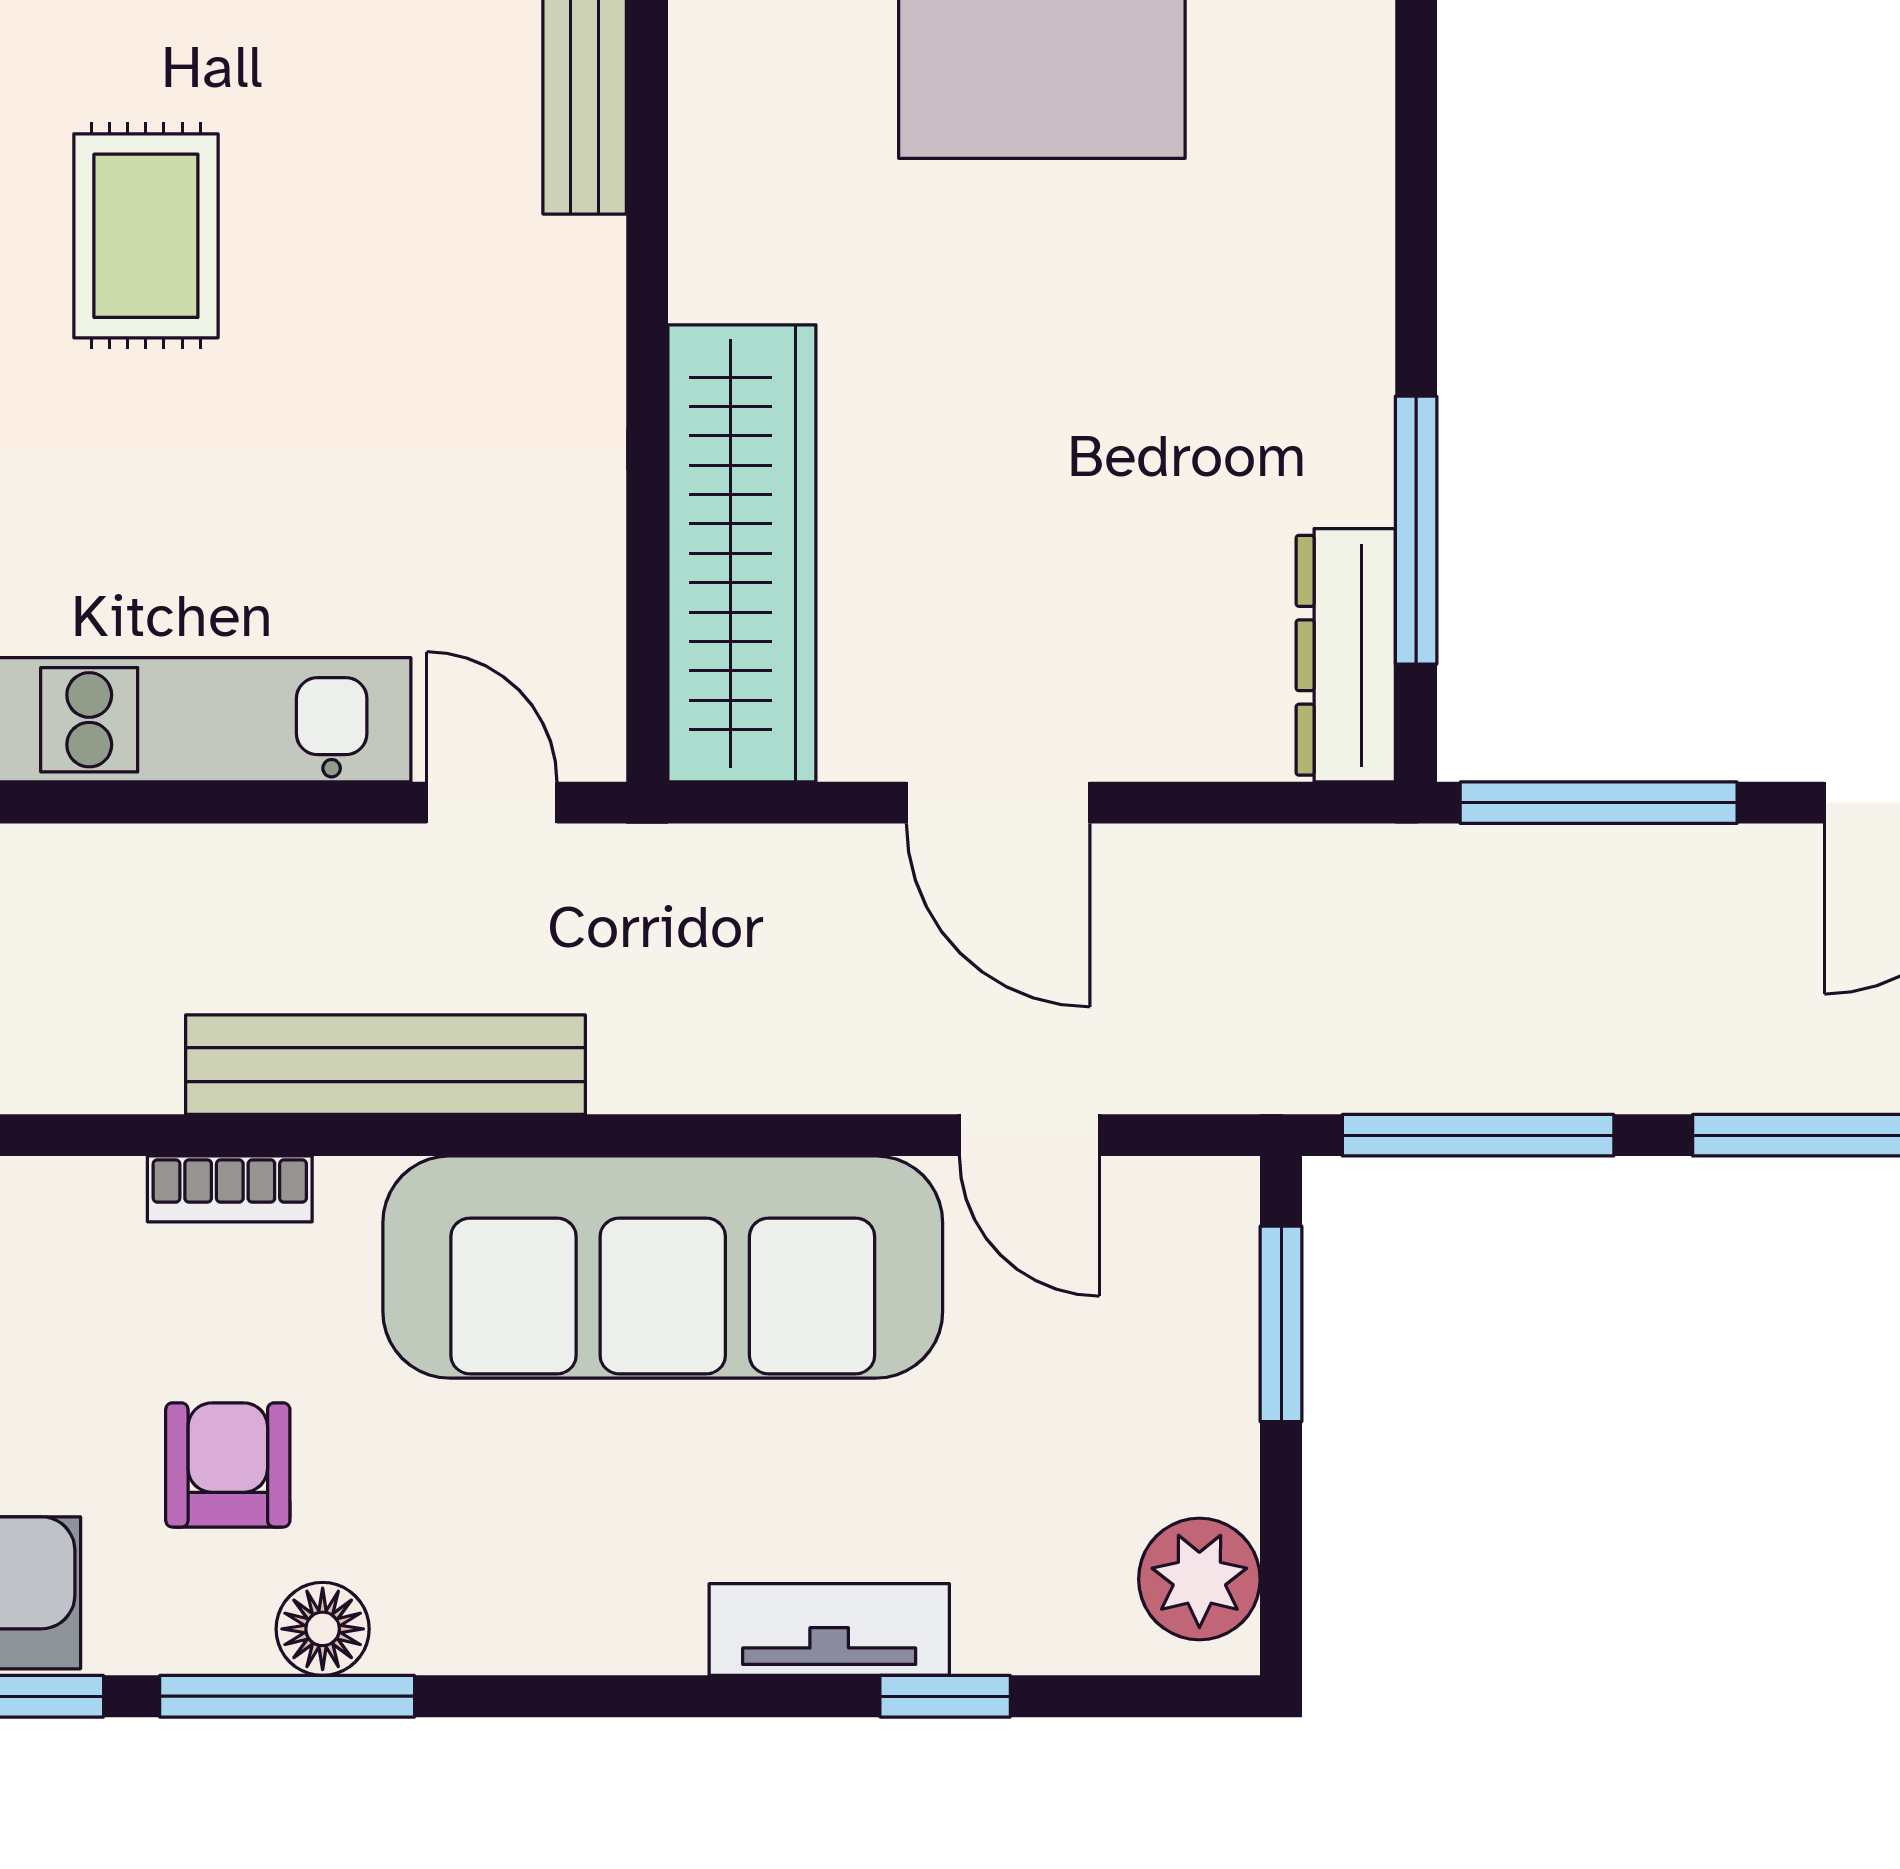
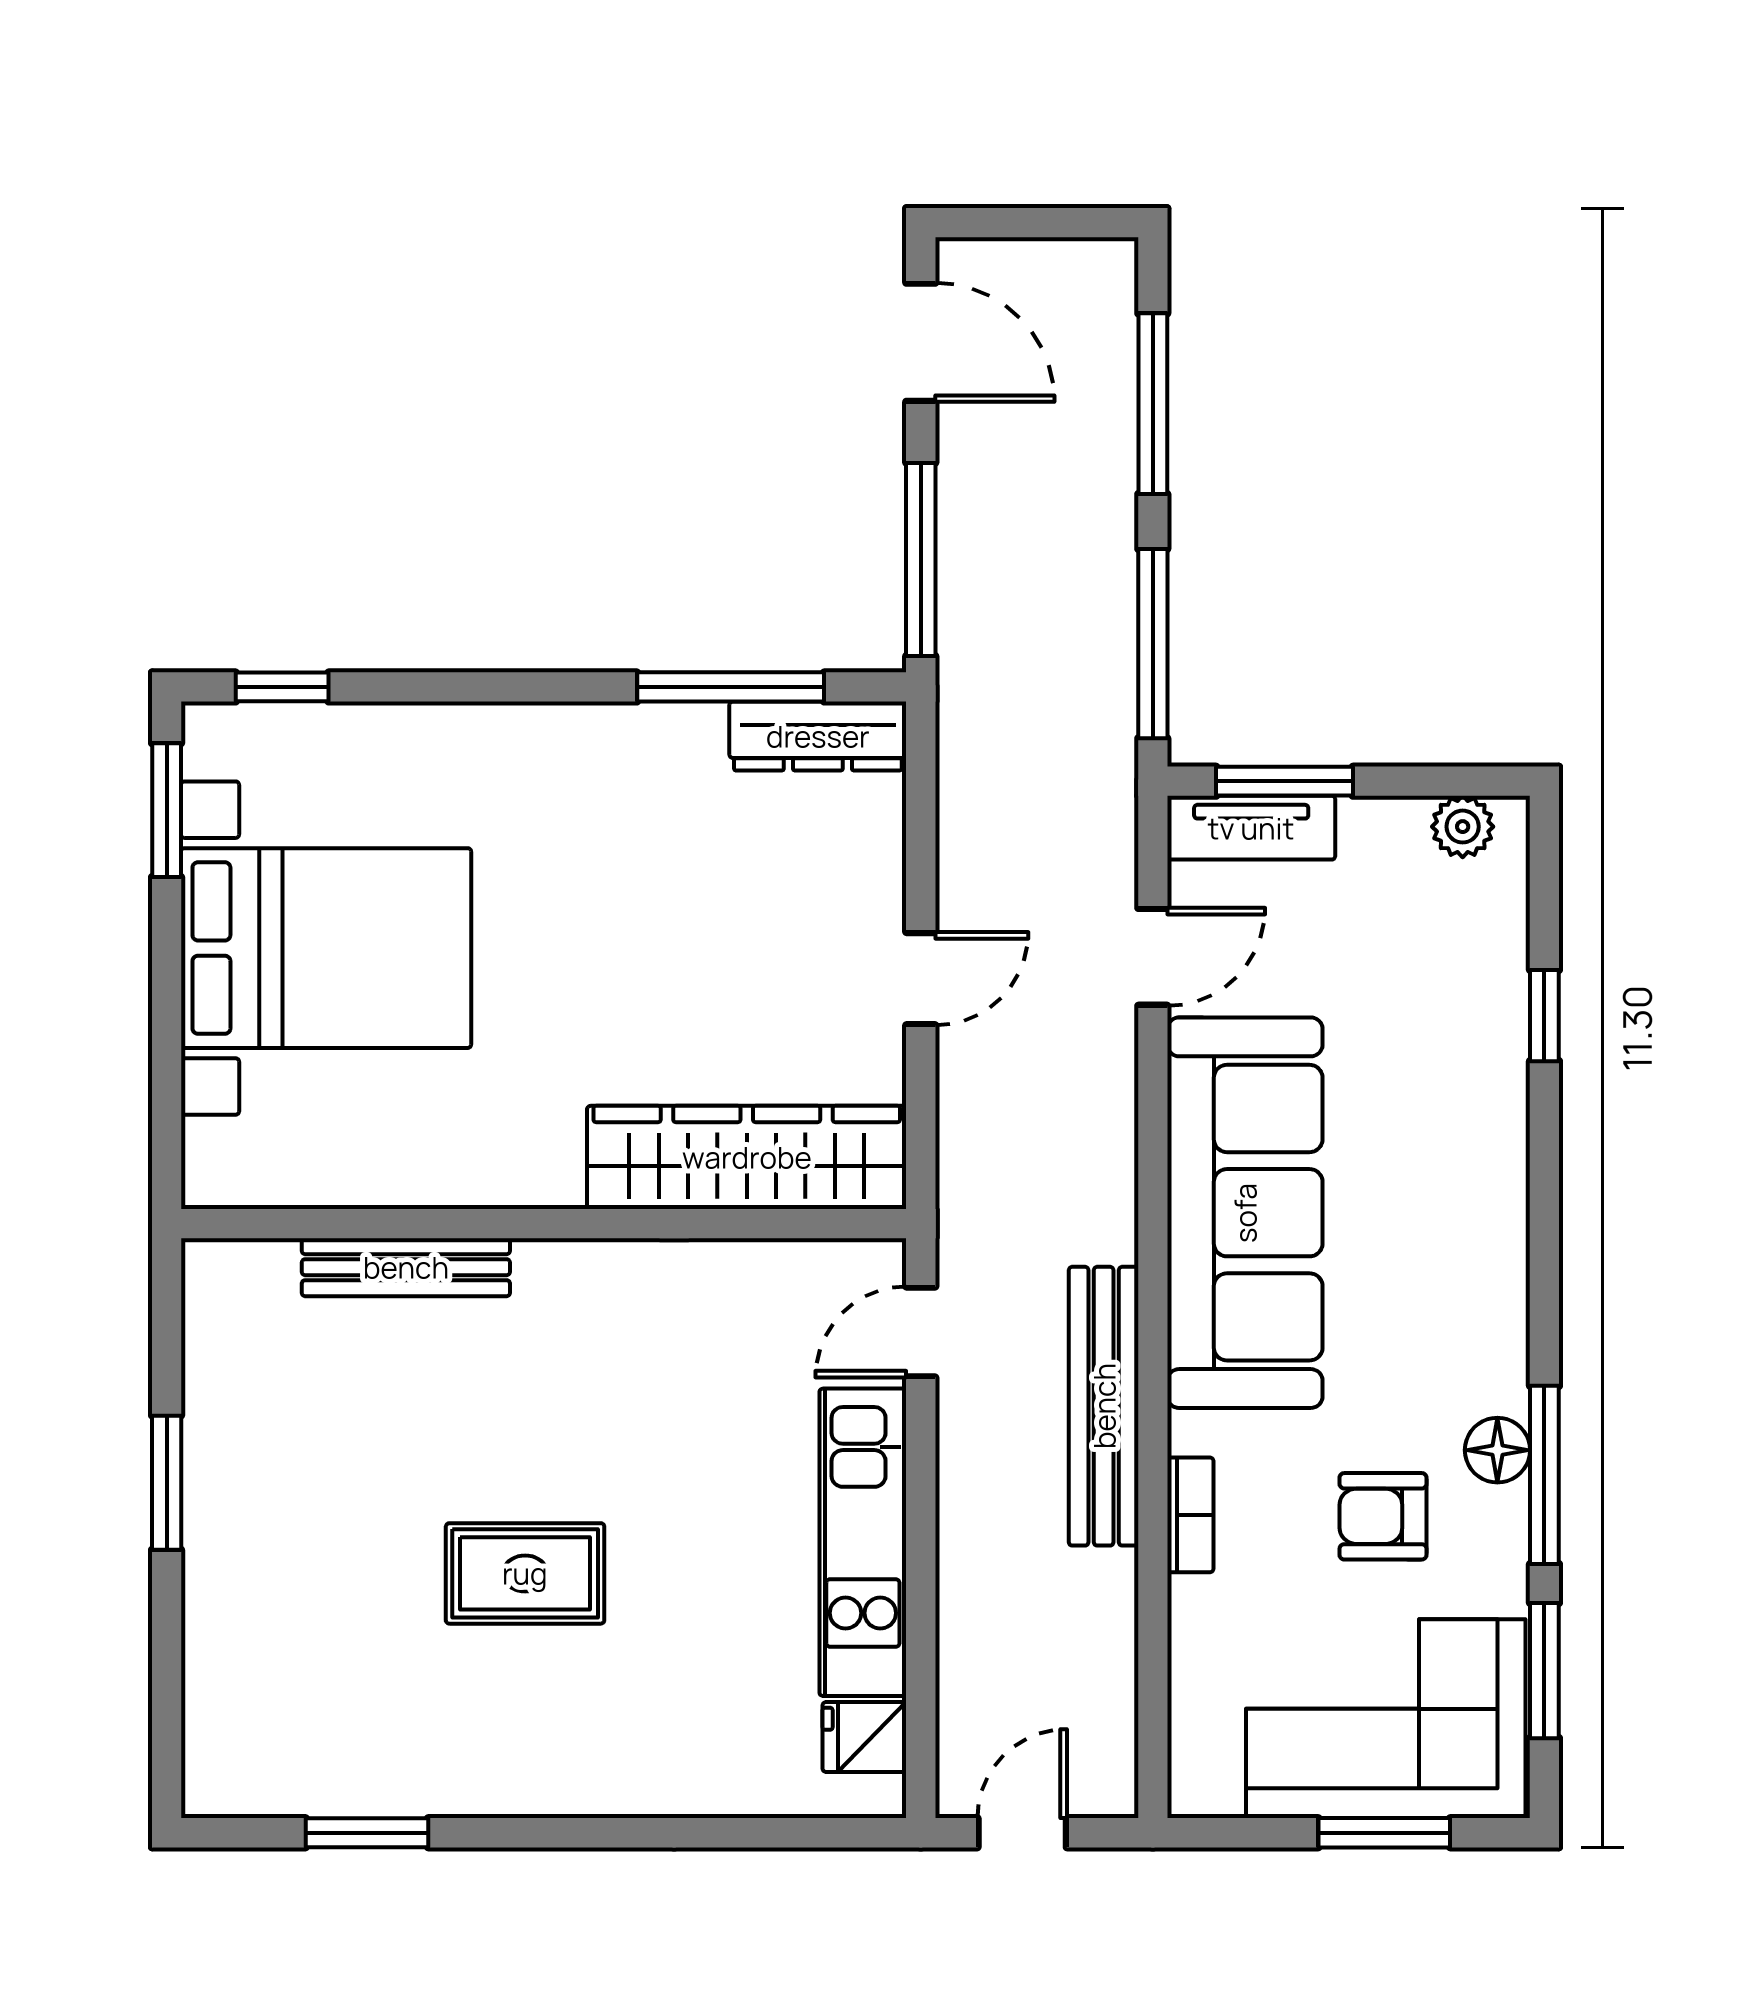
door: (998, 803) -> (921, 979), width x0.73
plant: (1199, 1579) -> (1463, 827), width x0.73, depth x0.73
tv unit: (829, 1630) -> (1251, 828), moved, turned -90

